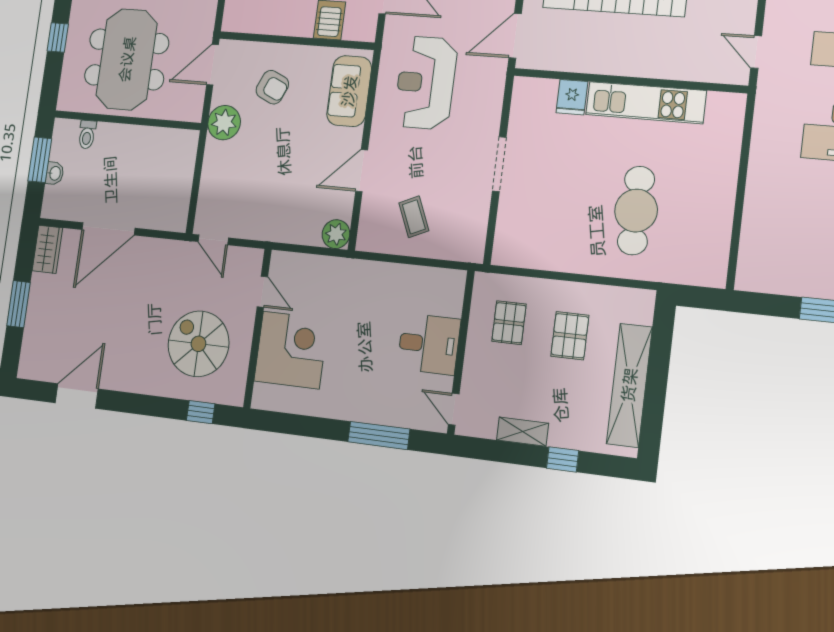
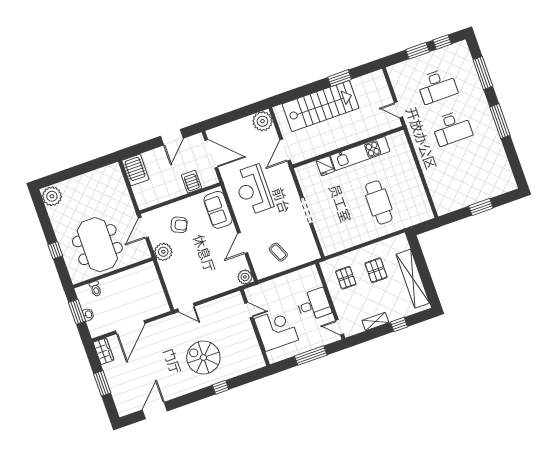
door: (262, 292) -> (249, 310), moved
wall: (257, 328) -> (255, 327), moved
corner desk: (291, 350) -> (276, 329), moved

